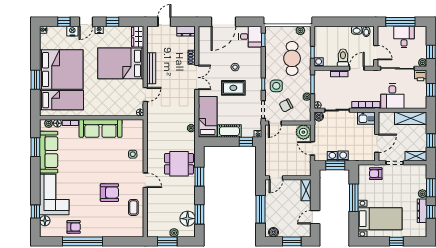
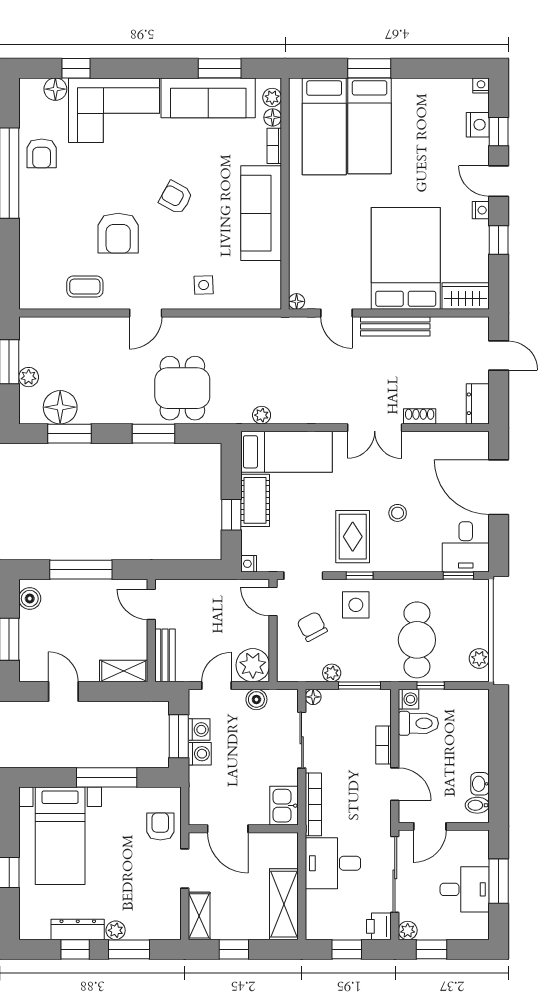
window: (400, 22) -> (499, 881), width x0.69
nightstand: (72, 31) -> (478, 125), moved
cafe table: (292, 58) -> (417, 640), turned 90
toilet: (343, 58) -> (418, 723), moved
bed: (61, 70) -> (370, 126), width x0.49
rug: (233, 88) -> (353, 537), moved
boiler: (319, 116) -> (256, 699), moved
window: (246, 142) -> (231, 515), moved
armchair: (93, 167) -> (176, 198), added
bench: (299, 172) -> (165, 655), added

